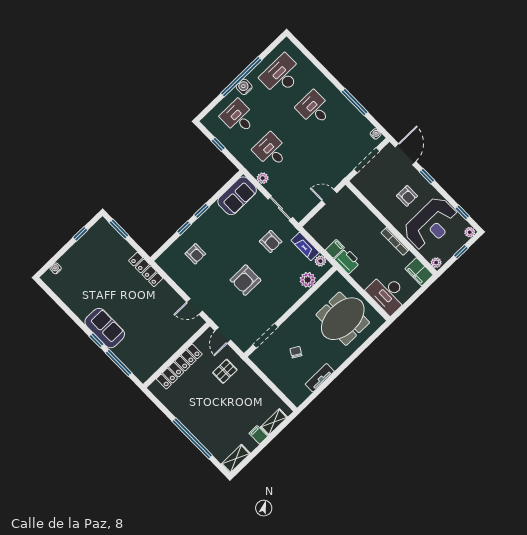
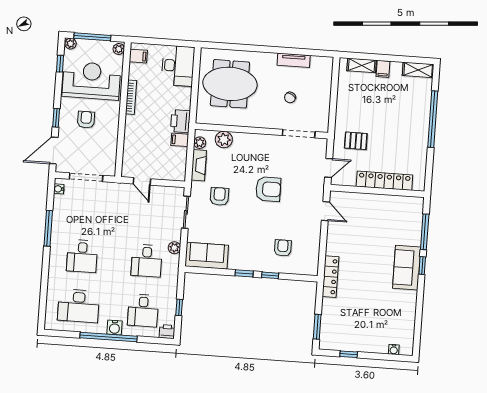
printer: (209, 121) -> (167, 332), added
window: (461, 252) -> (92, 37), width x2.17
filing cabinet: (419, 272) -> (138, 56), width x0.50

